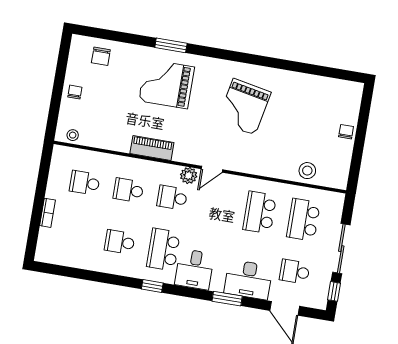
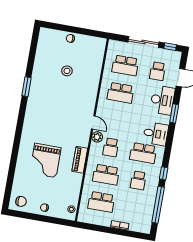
window: (171, 45) -> (26, 87), moved
chair: (101, 56) -> (21, 201), moved
grand piano: (167, 84) -> (45, 161), moved
grand piano: (244, 107) -> (54, 102), removed
stool: (307, 171) -> (67, 71), moved
school desk: (85, 183) -> (101, 202), width x1.85
school desk: (128, 190) -> (106, 175), width x1.85
window: (81, 274) -> (158, 205), added
window: (152, 286) -> (164, 173), moved

